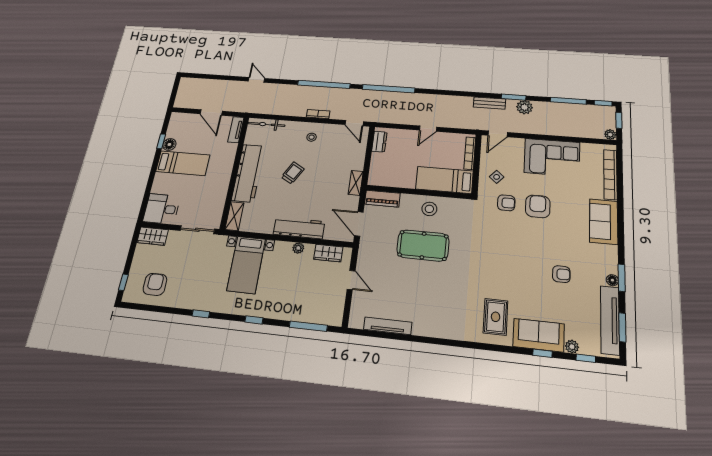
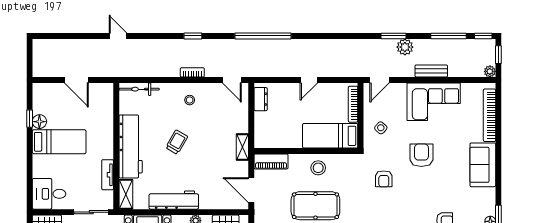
window: (324, 84) -> (193, 36), width x0.32
bench: (489, 103) -> (431, 71), moved
tv unit: (236, 130) -> (108, 175), moved
armchair: (506, 203) -> (384, 179), moved, turned 90
workbench: (299, 228) -> (174, 200), moved

